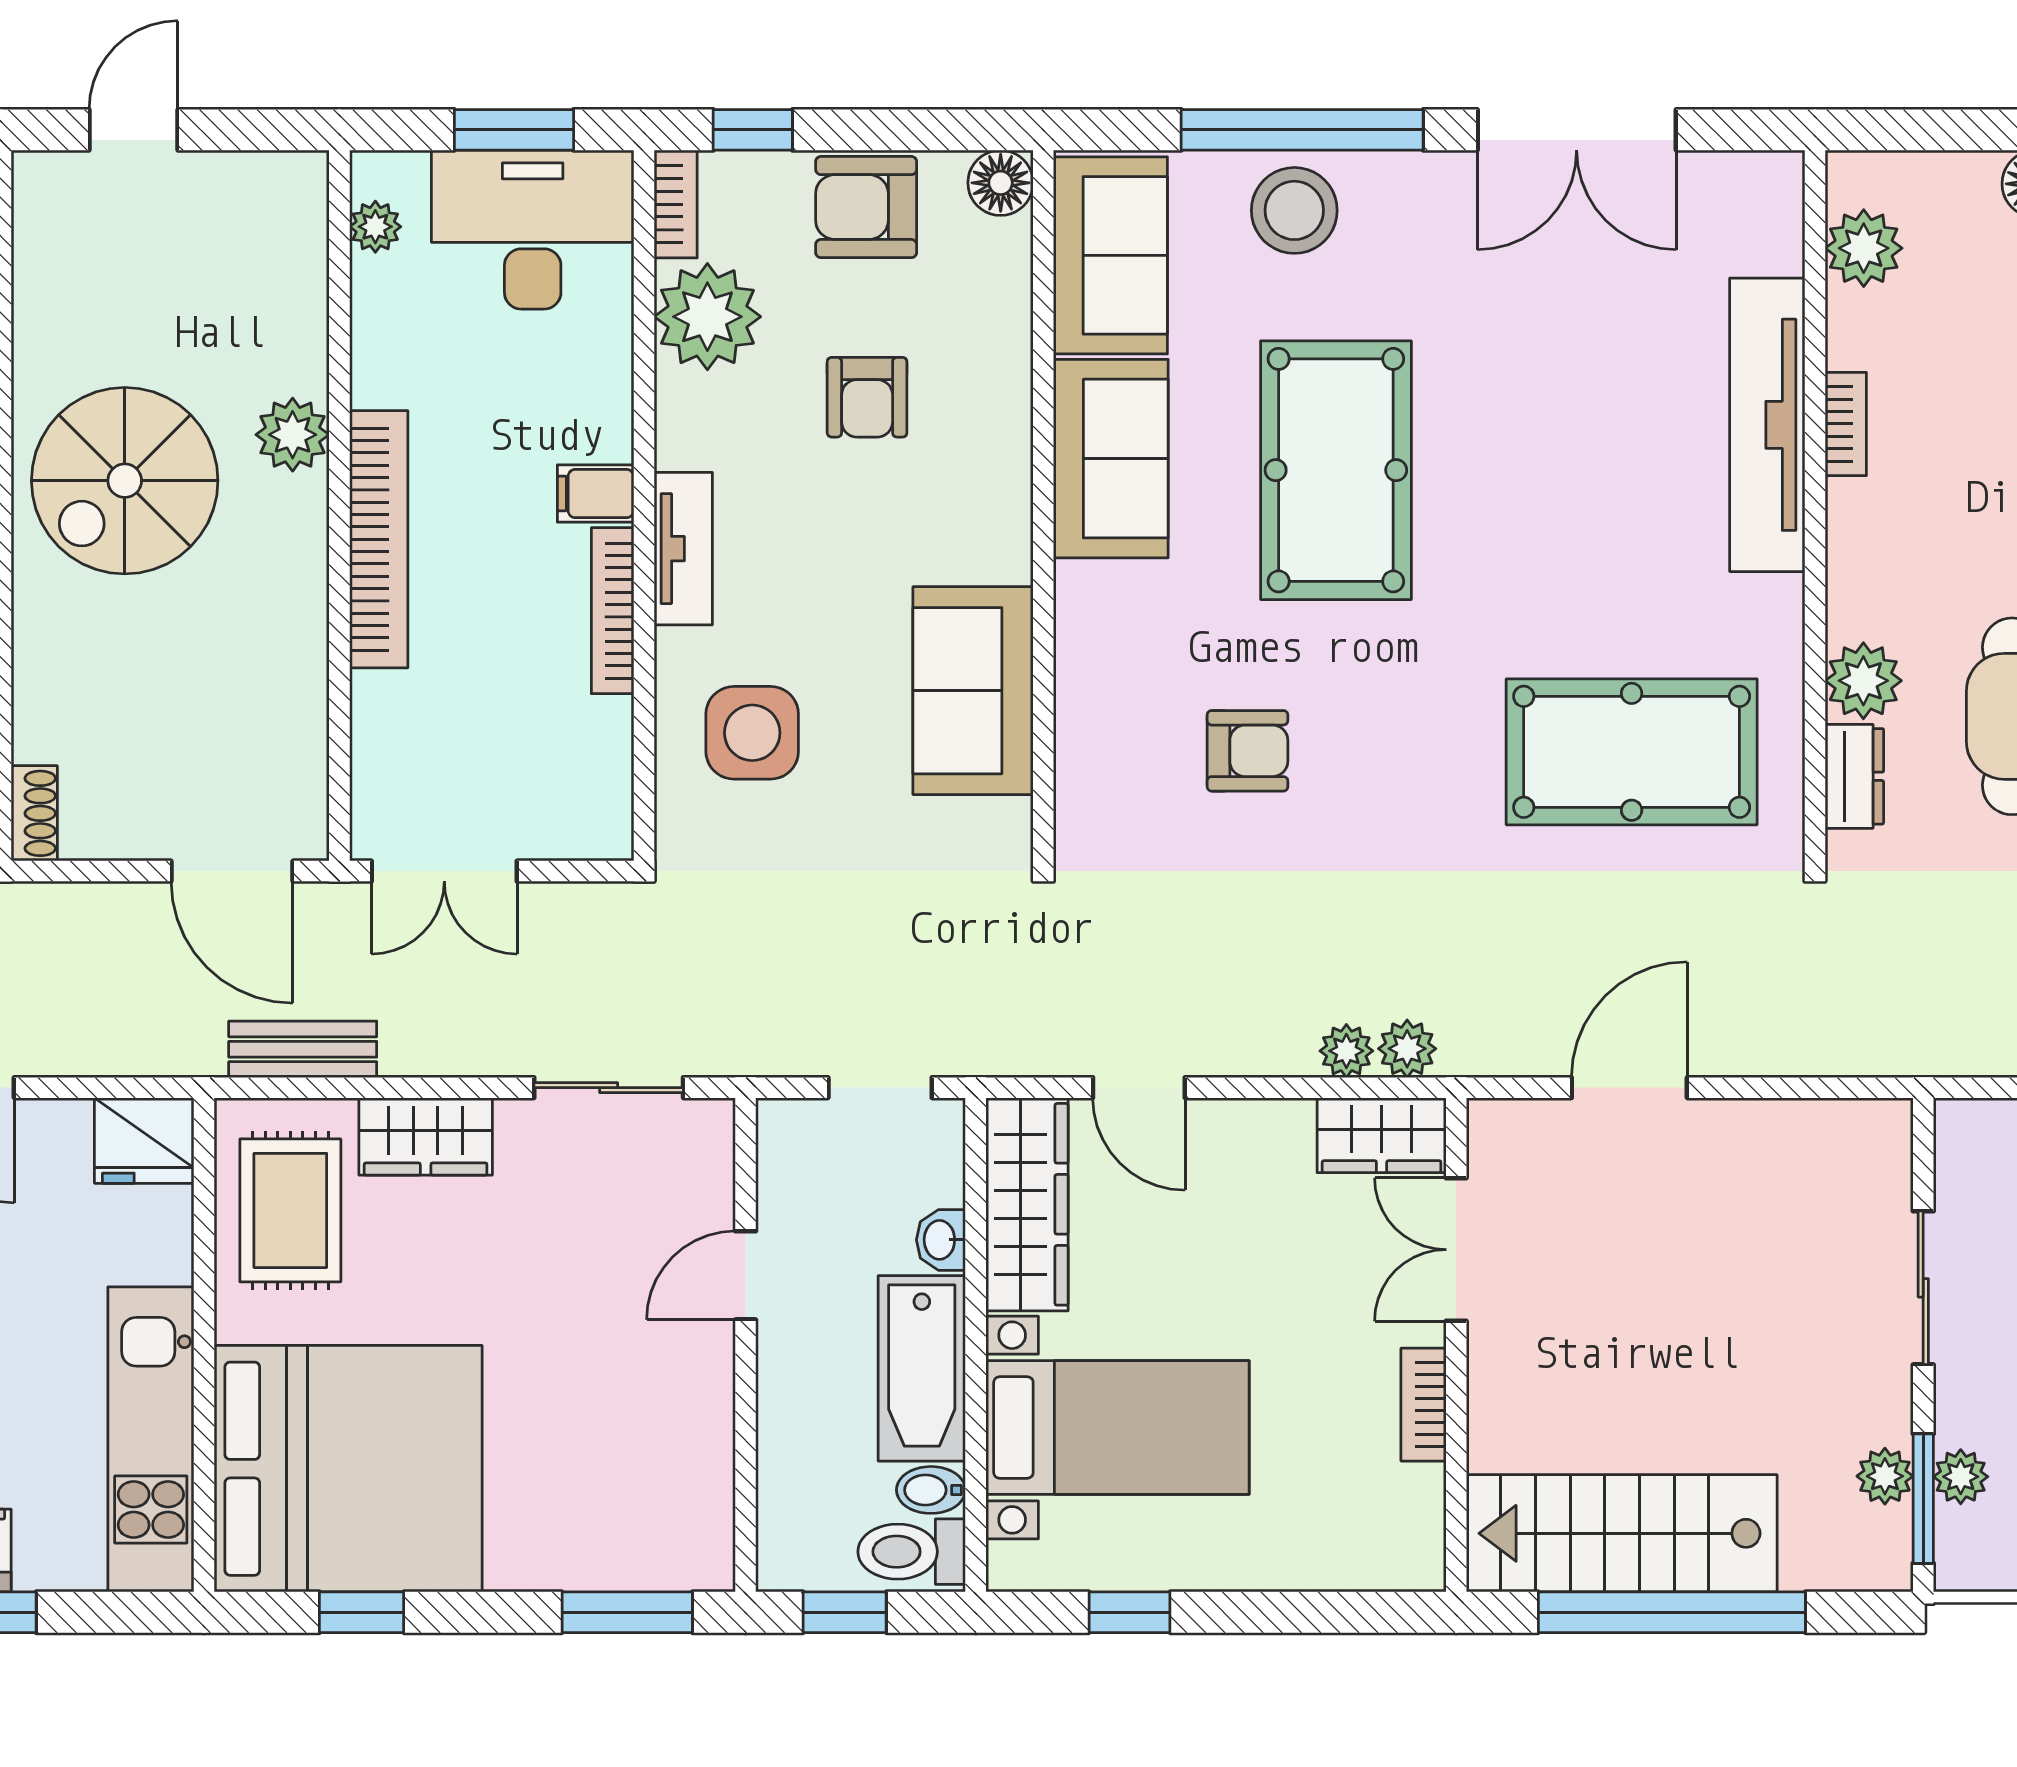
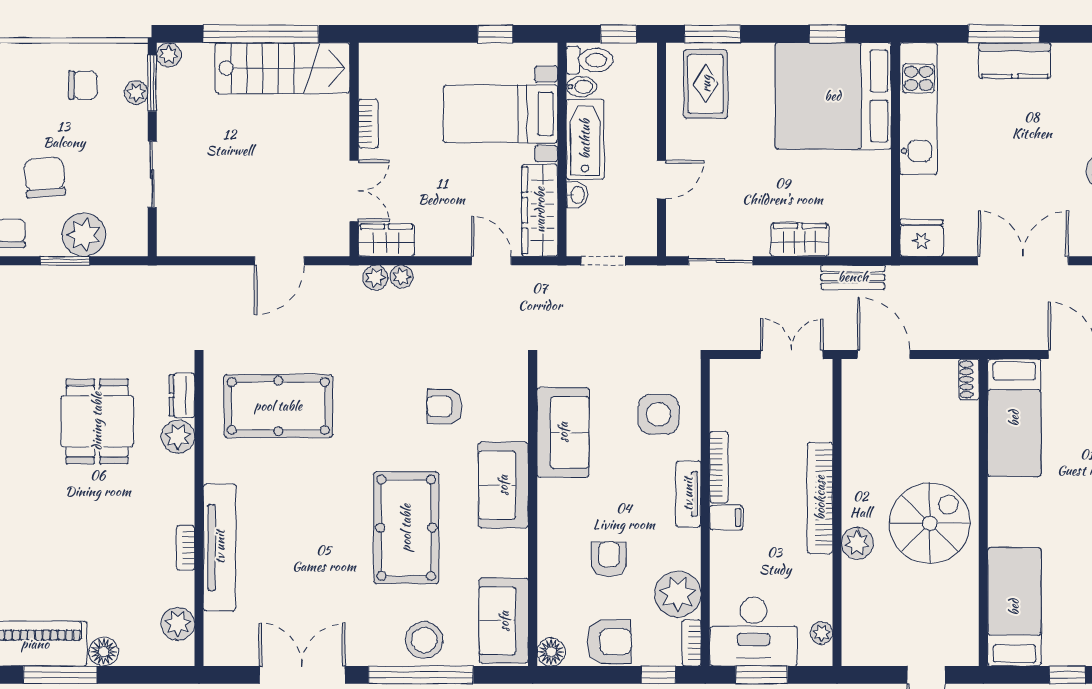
sofa: (1111, 459) -> (503, 485), moved
rug: (290, 1210) -> (706, 84), moved
plant: (1885, 1476) -> (169, 55), moved

